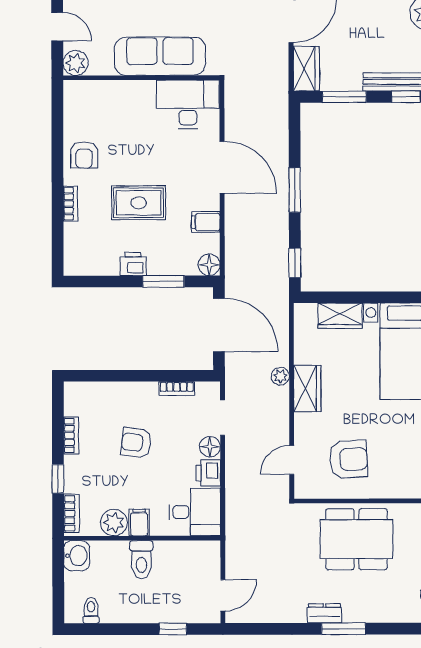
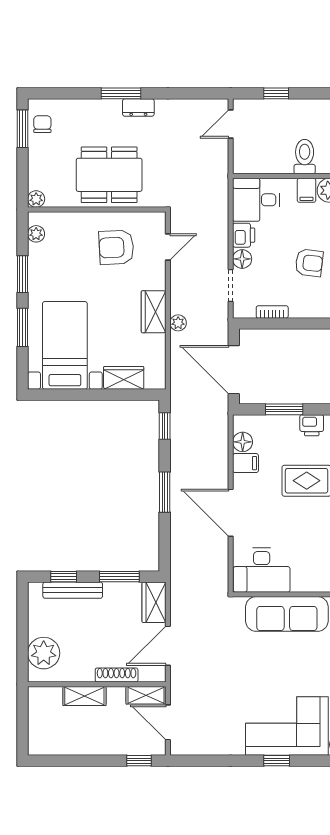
floor lamp: (209, 265) -> (243, 442), moved

